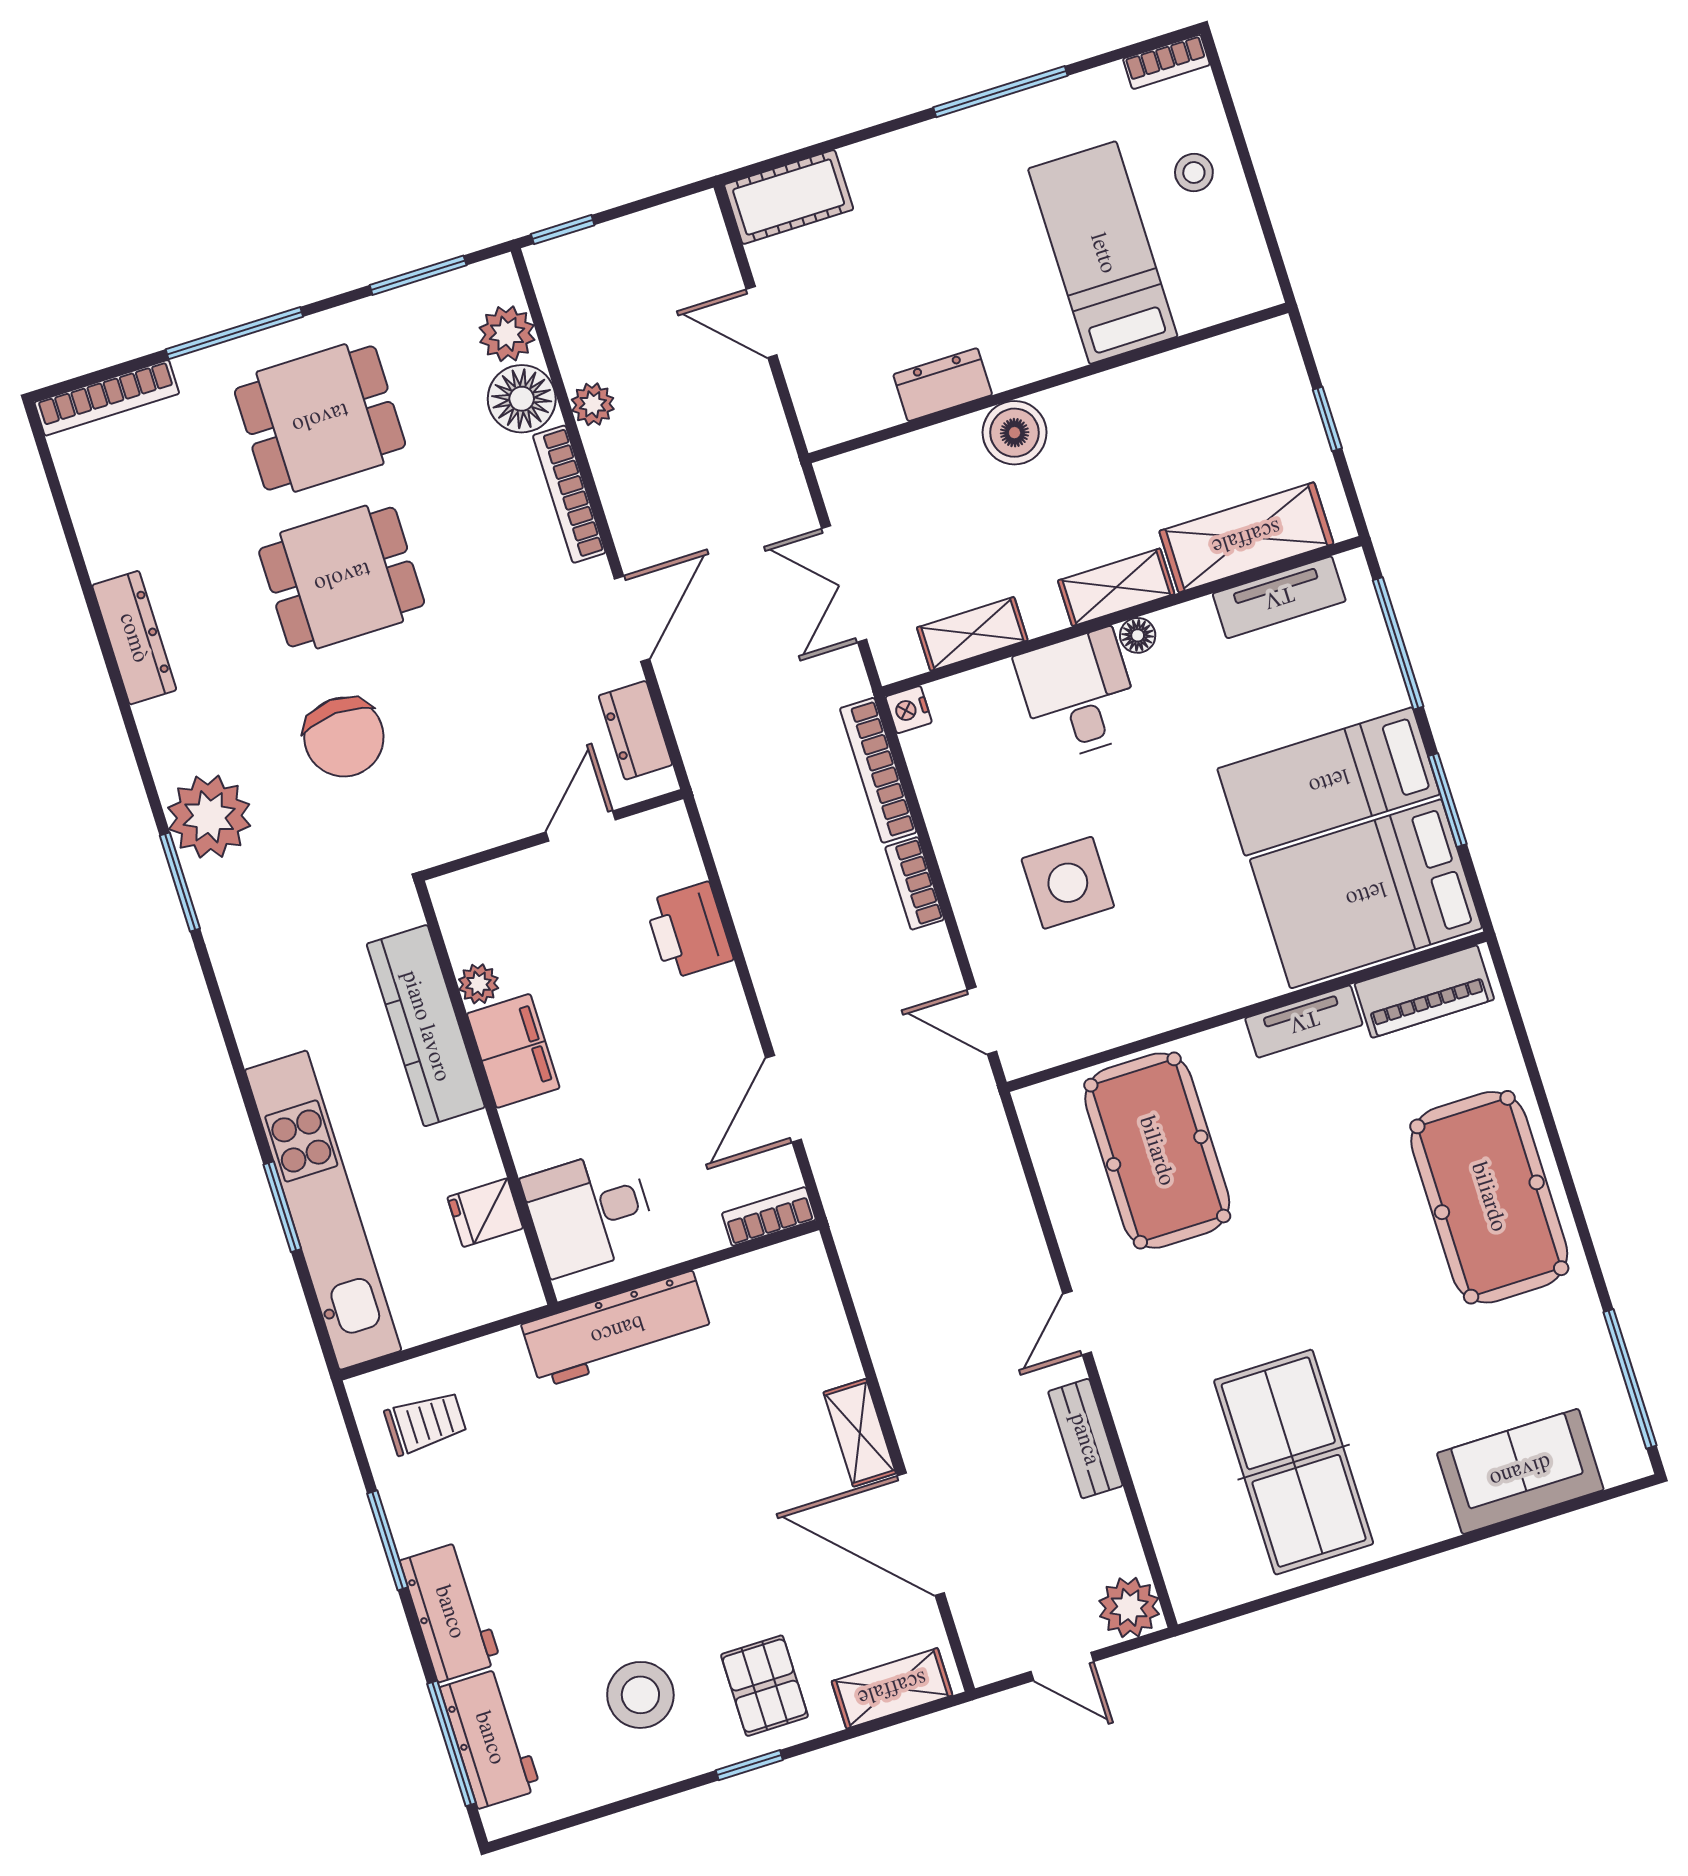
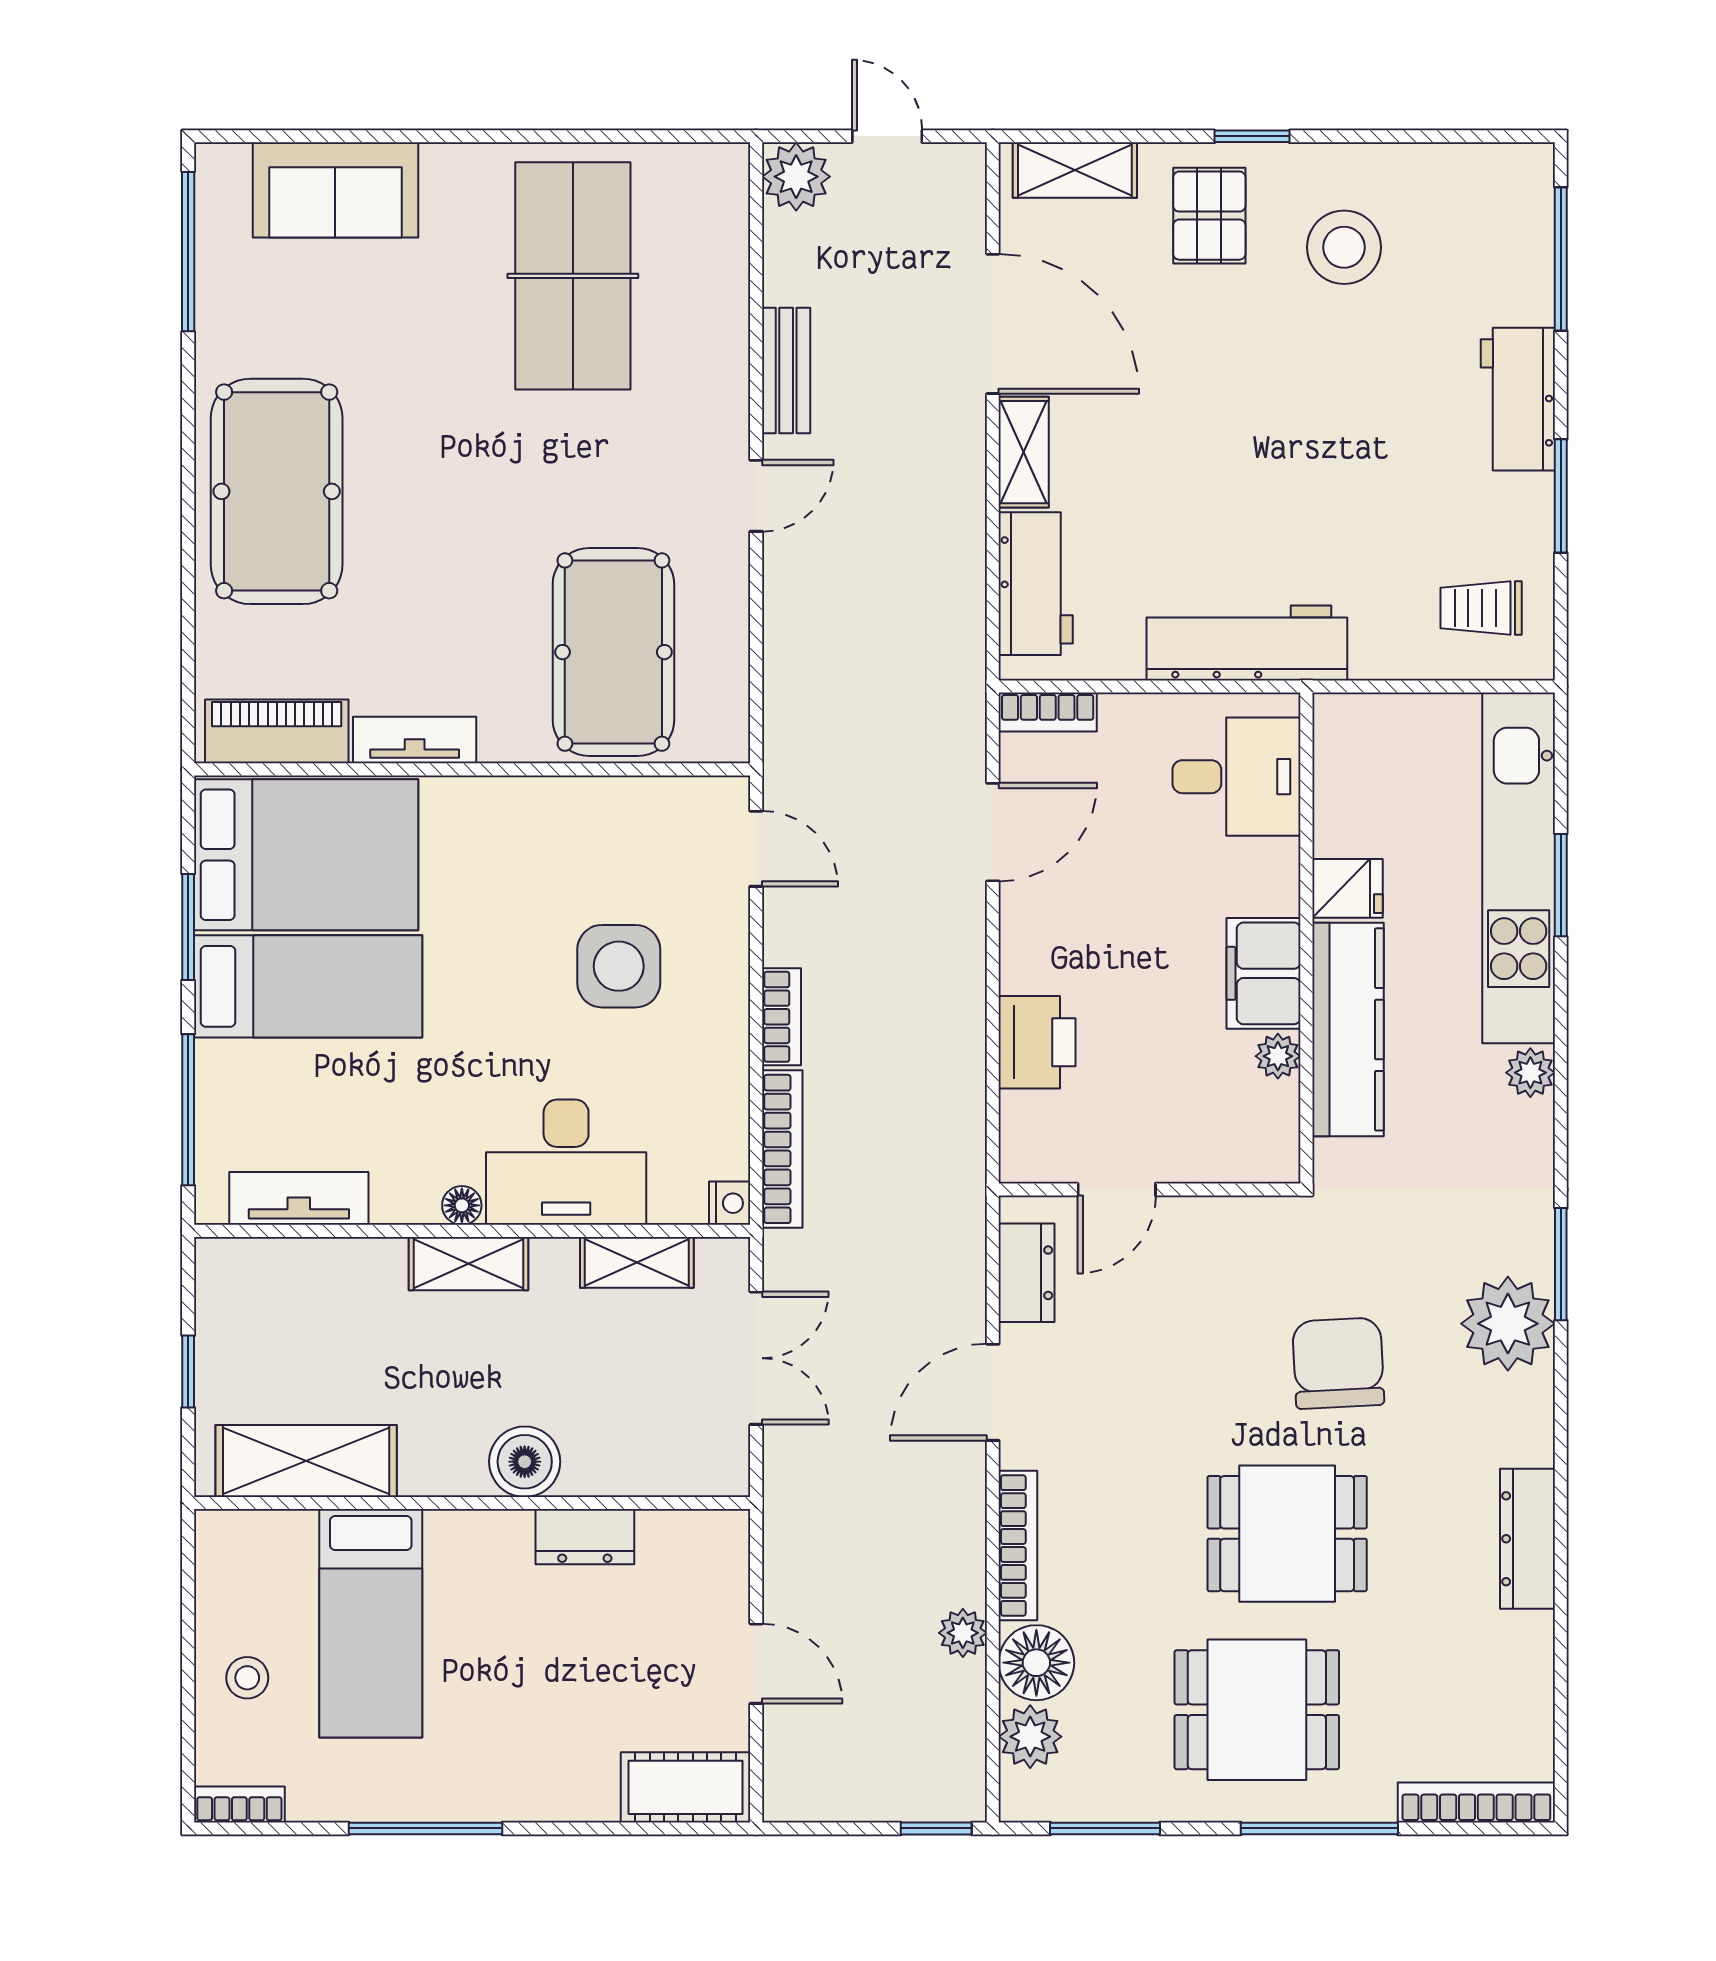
shelving: (1246, 537) -> (306, 1461), moved
desk: (1079, 695) -> (566, 1162), width x1.37
plant: (258, 1038) -> (1530, 1073), added
fridge: (485, 1213) -> (1347, 888), moved
workbench: (490, 1738) -> (1036, 584), moved, turned 180

